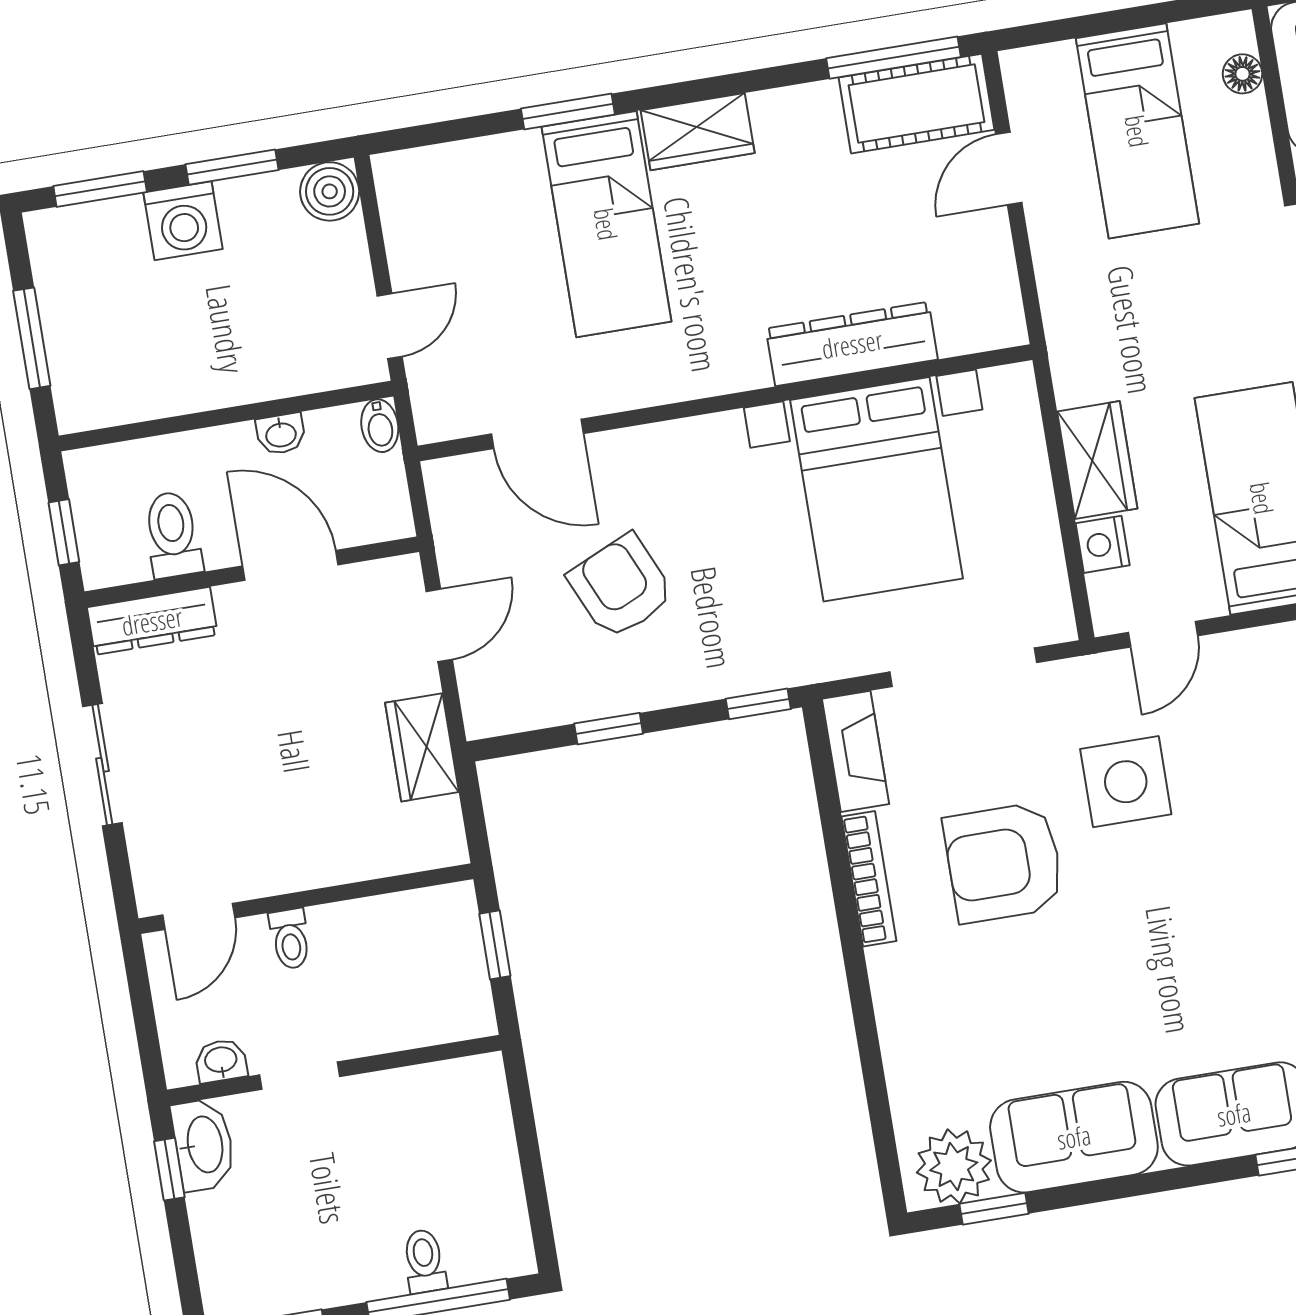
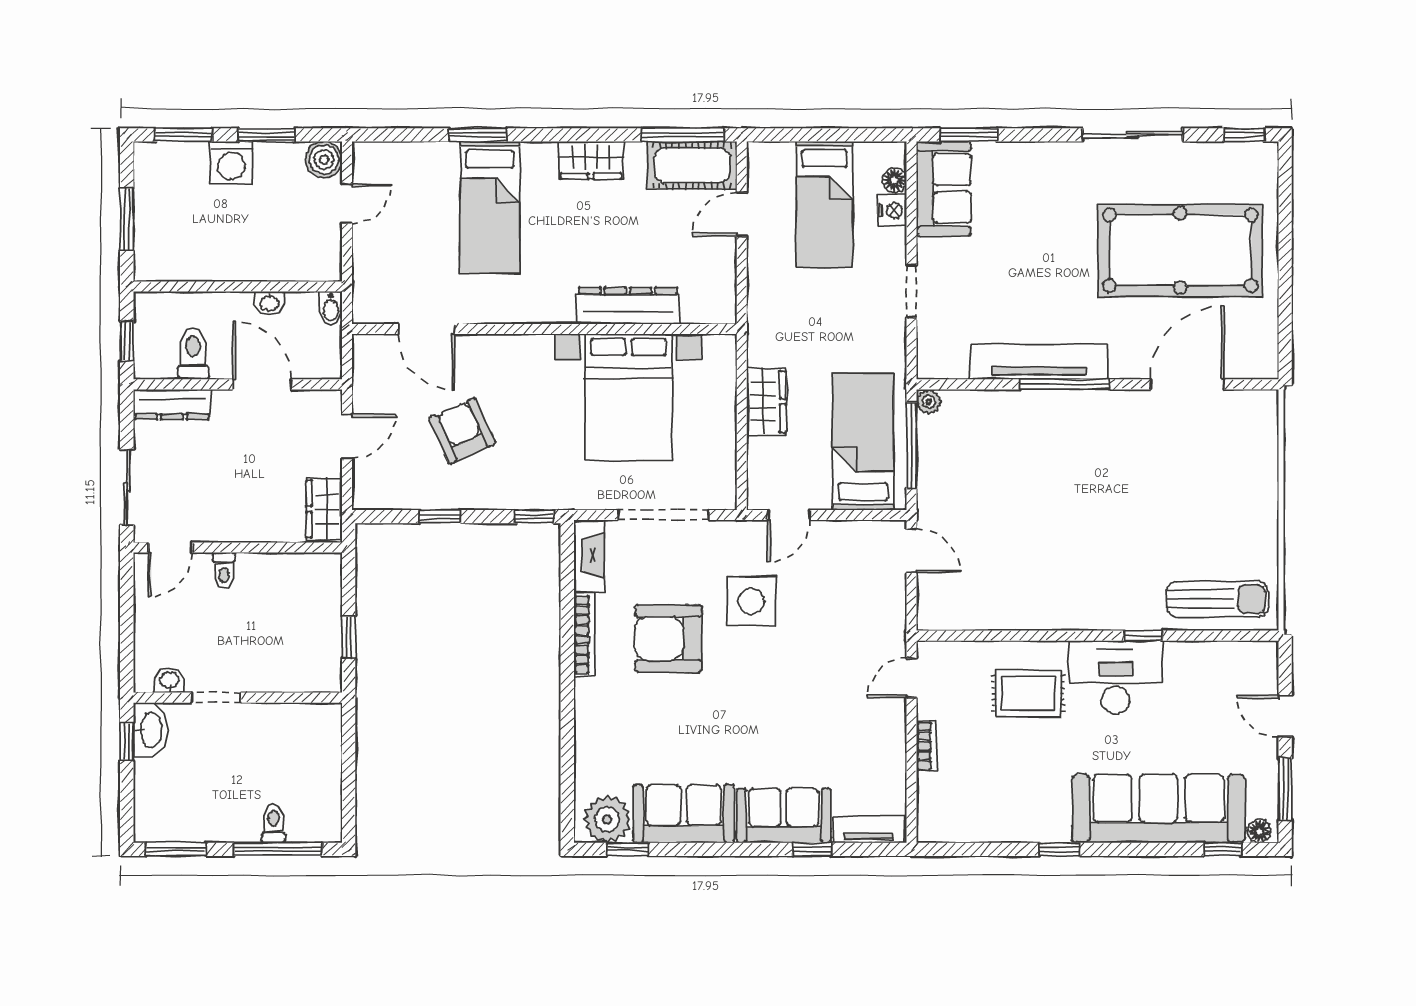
wardrobe: (698, 132) -> (591, 160), moved
door: (390, 326) -> (347, 204), moved
nightstand: (1103, 544) -> (892, 211), moved, turned 180
wall: (306, 899) -> (238, 548), moved
door: (199, 916) -> (170, 548), moved
toilet: (290, 939) -> (224, 571), moved

